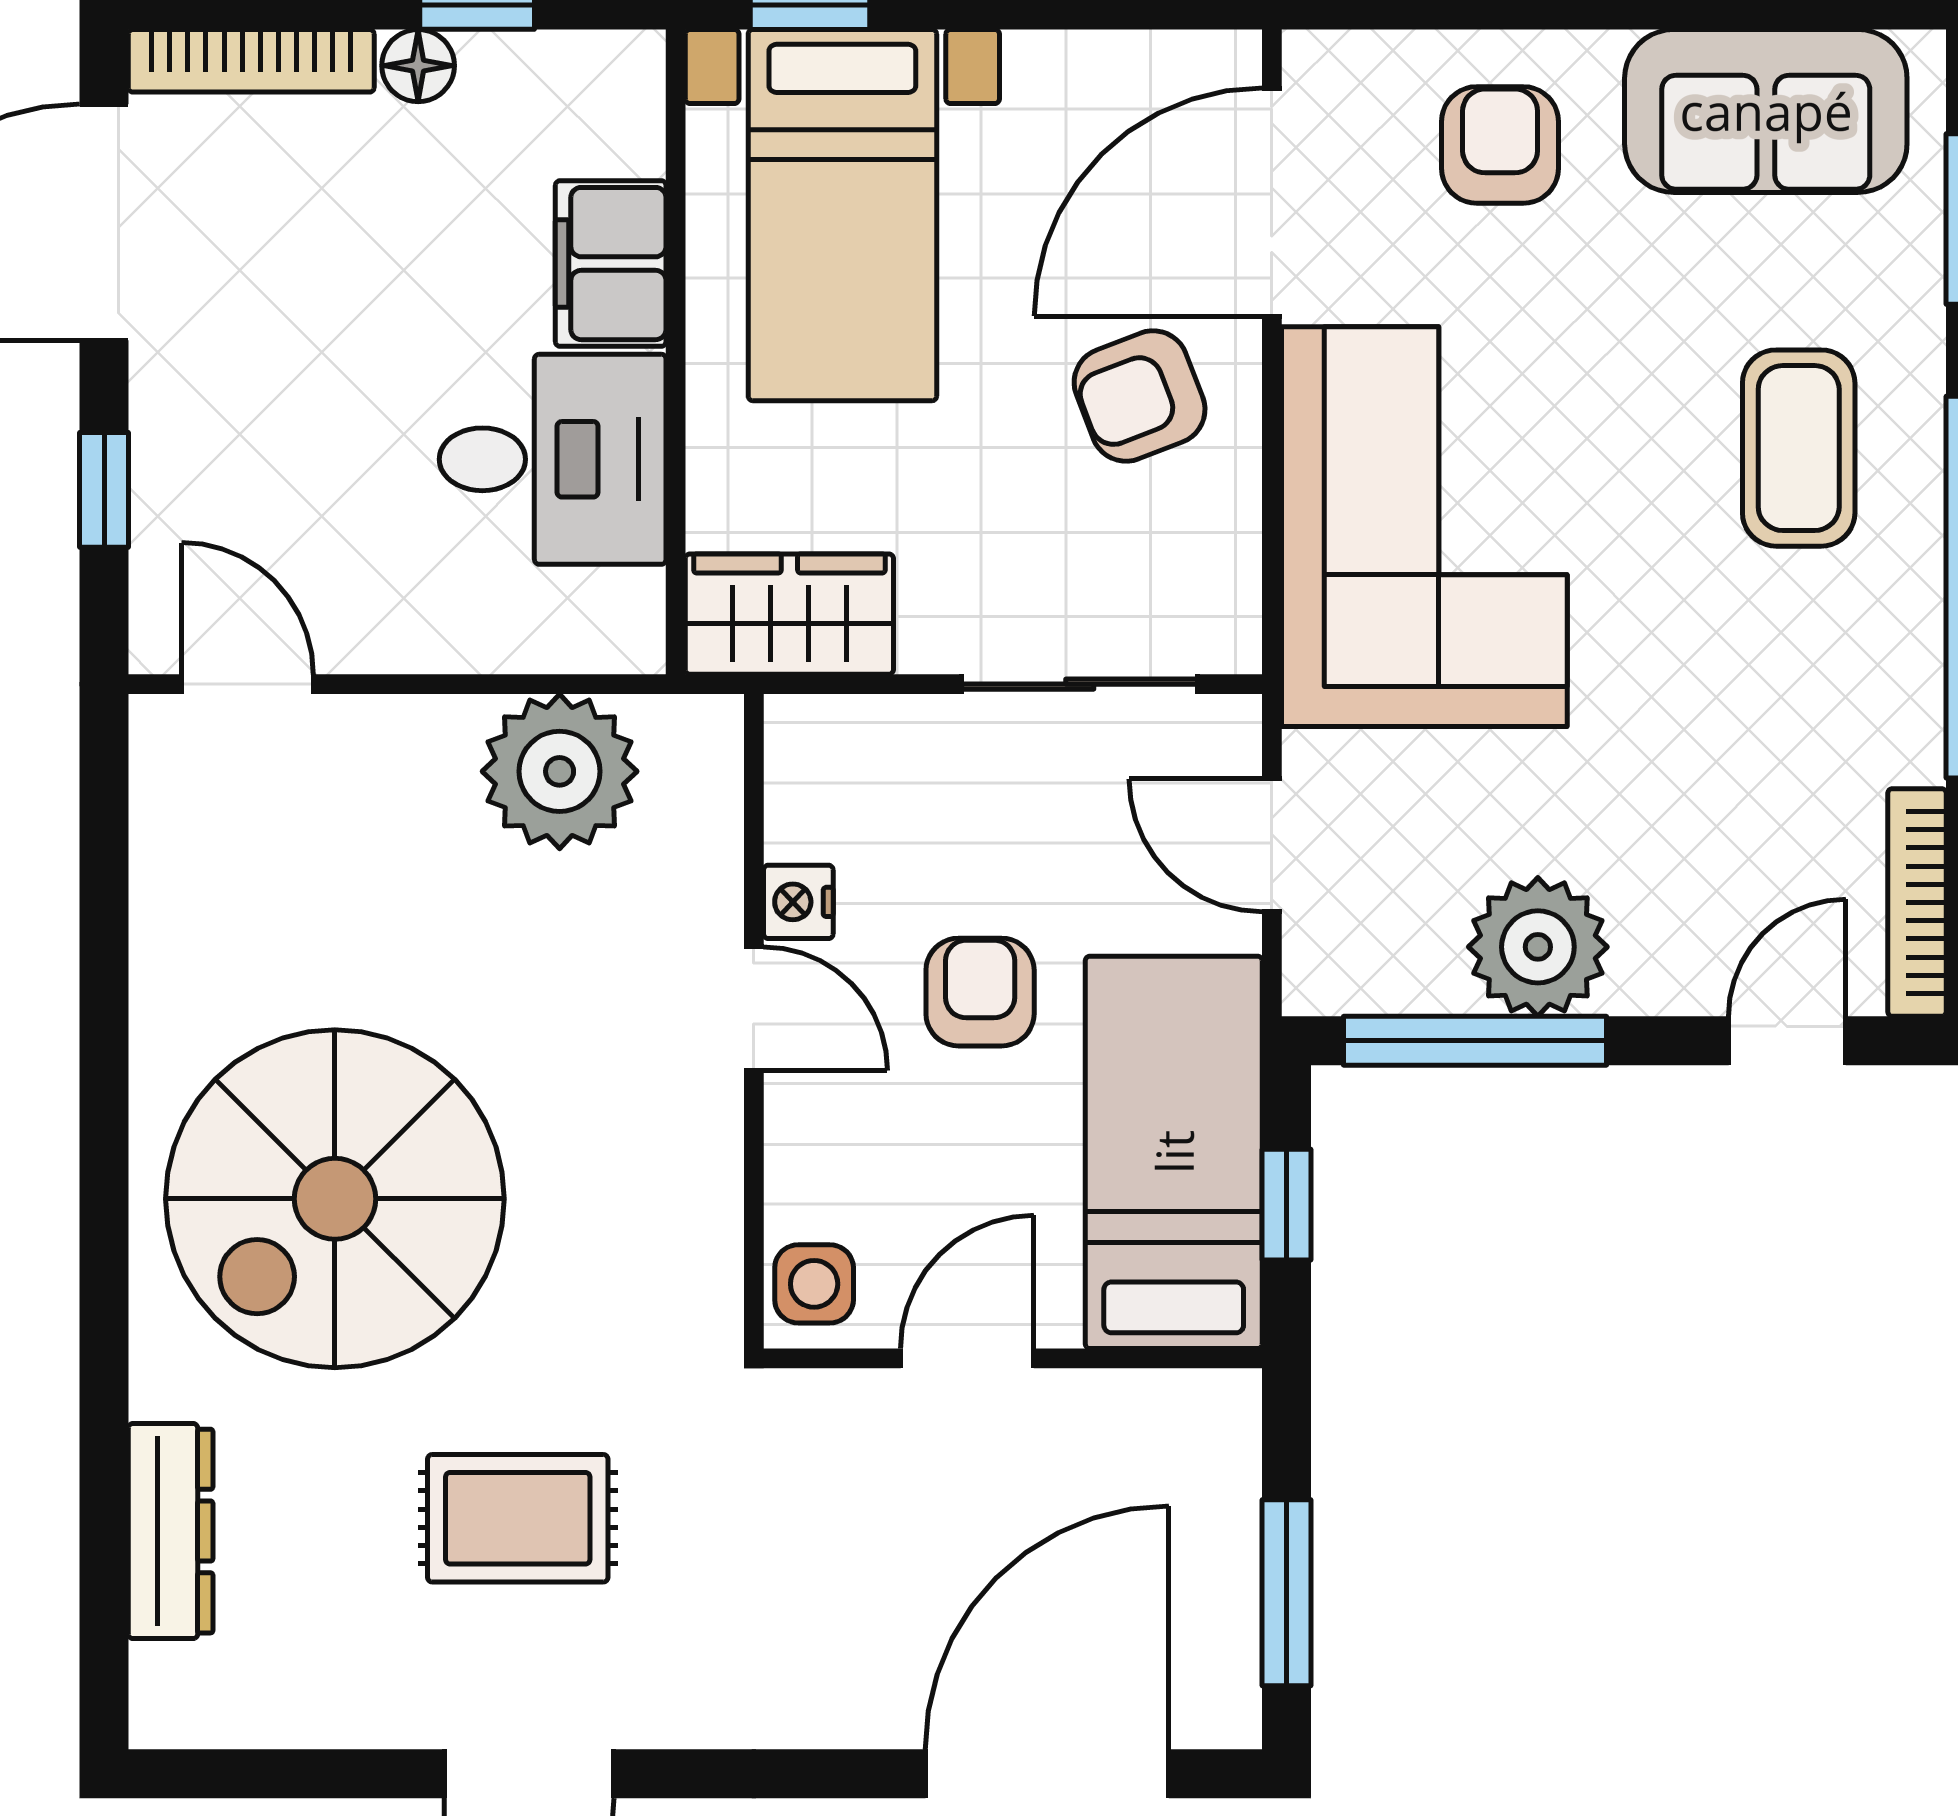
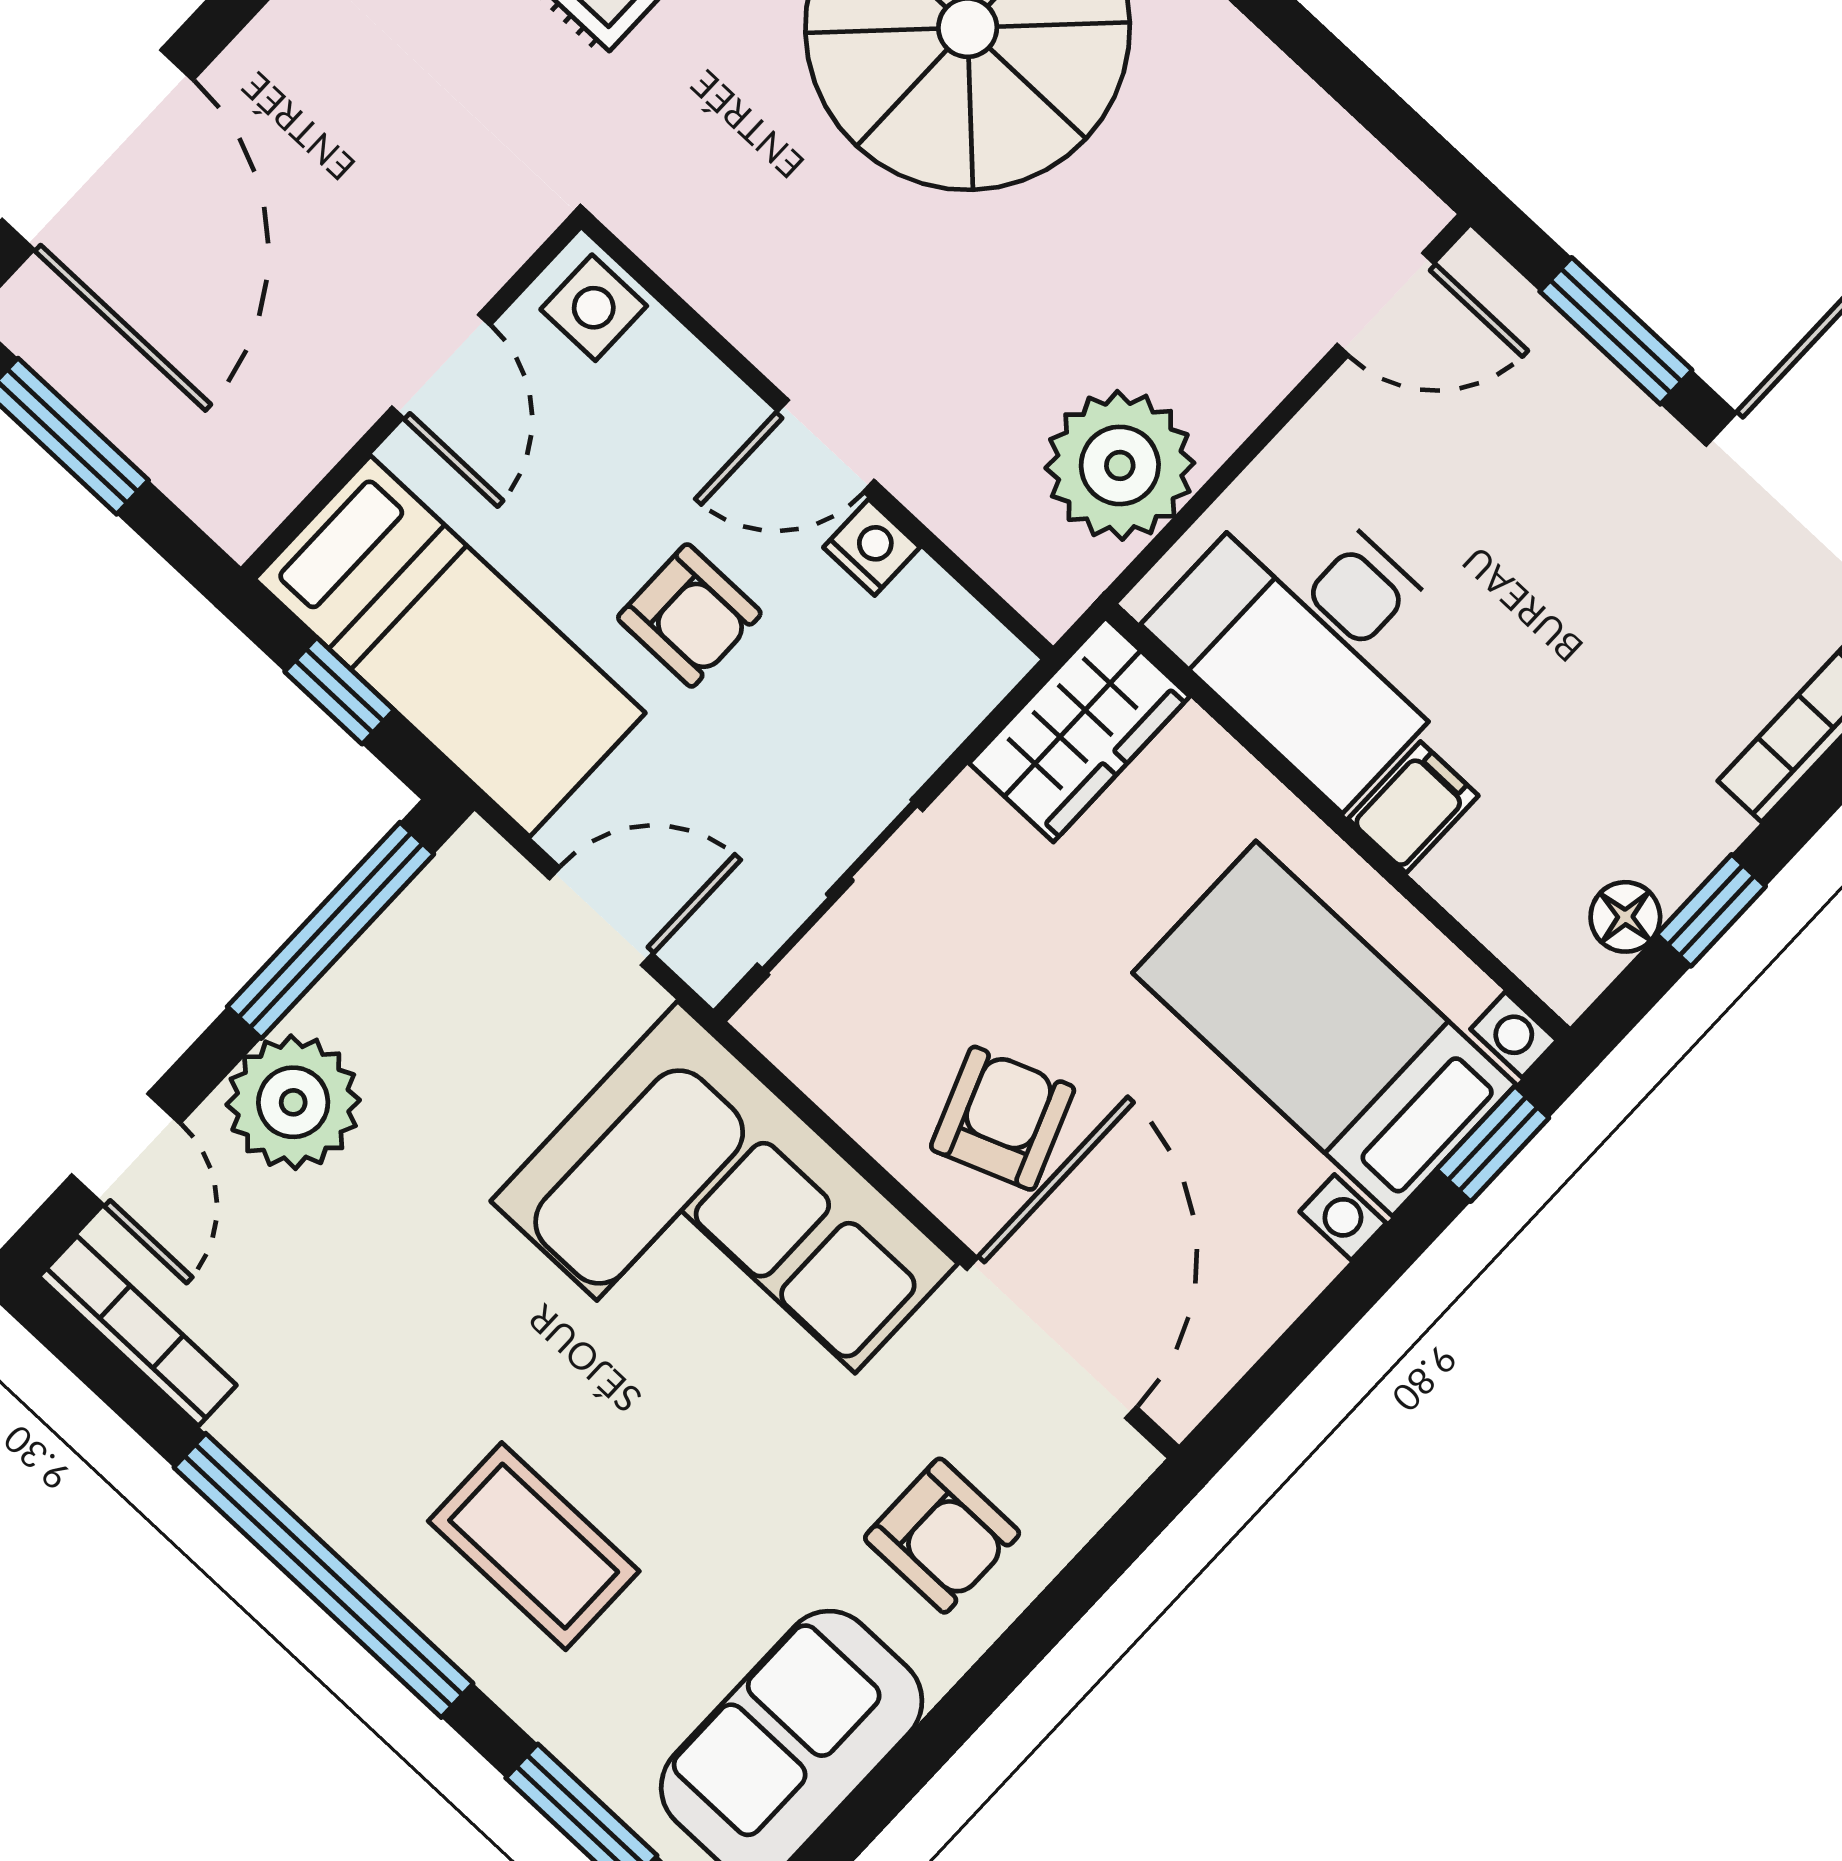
floor lamp: (418, 66) -> (1625, 917), moved
filing cabinet: (611, 264) -> (1413, 807), width x0.50
desk: (553, 459) -> (1316, 640), width x1.37
window: (104, 490) -> (1616, 331), width x1.50
plant: (1538, 947) -> (293, 1102), moved

